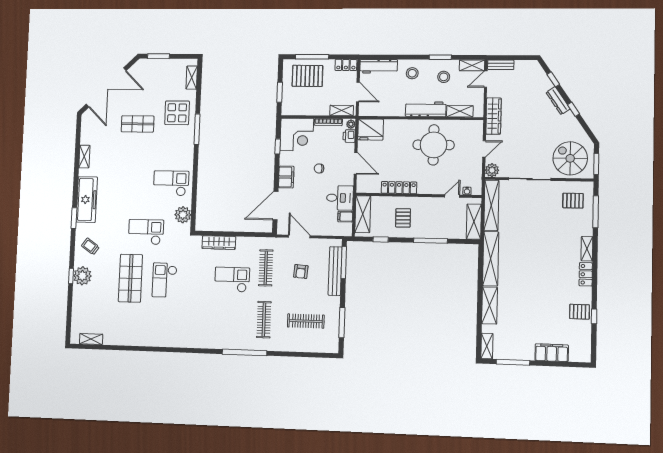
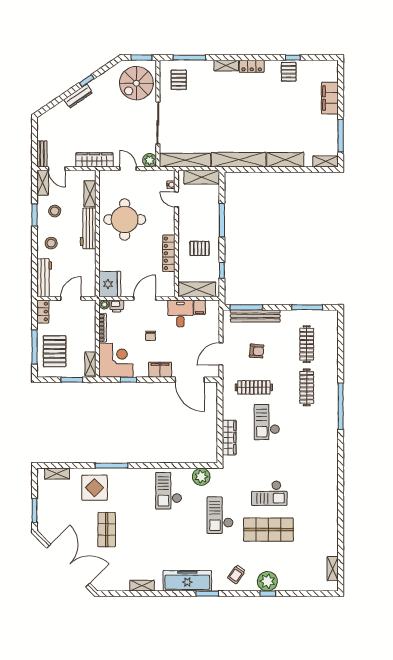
window: (553, 79) -> (57, 101), removed
shelving: (342, 111) -> (90, 364), moved
clothes rail: (264, 320) -> (307, 387), turned 90

